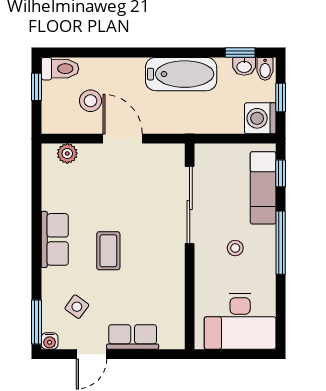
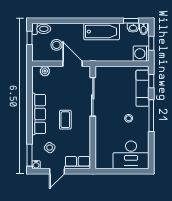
sliding door: (190, 205) -> (93, 97), moved
row of seats: (55, 239) -> (39, 114), width x1.48
wall: (190, 246) -> (93, 117), moved

